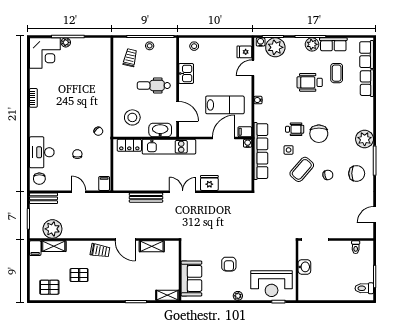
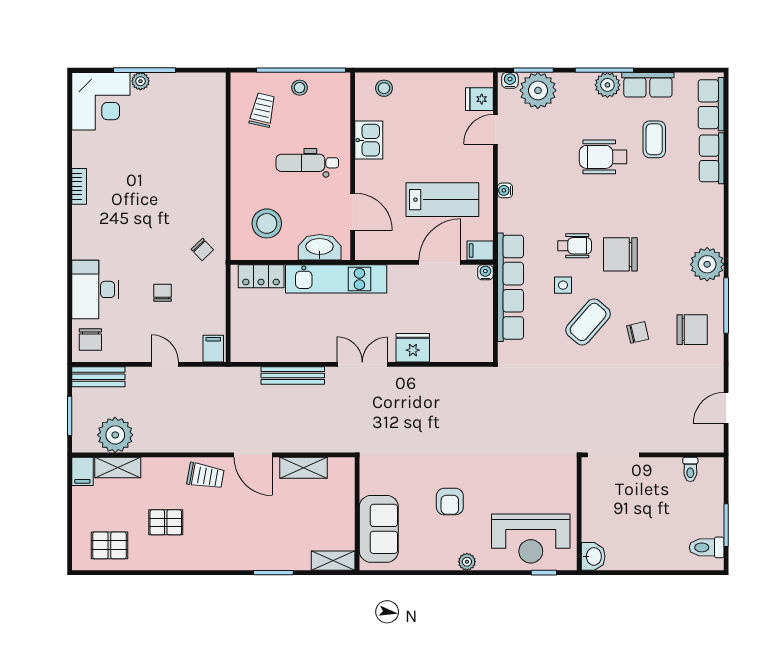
chair: (319, 134) -> (620, 254), turned 90
washbasin: (304, 267) -> (593, 556), moved

